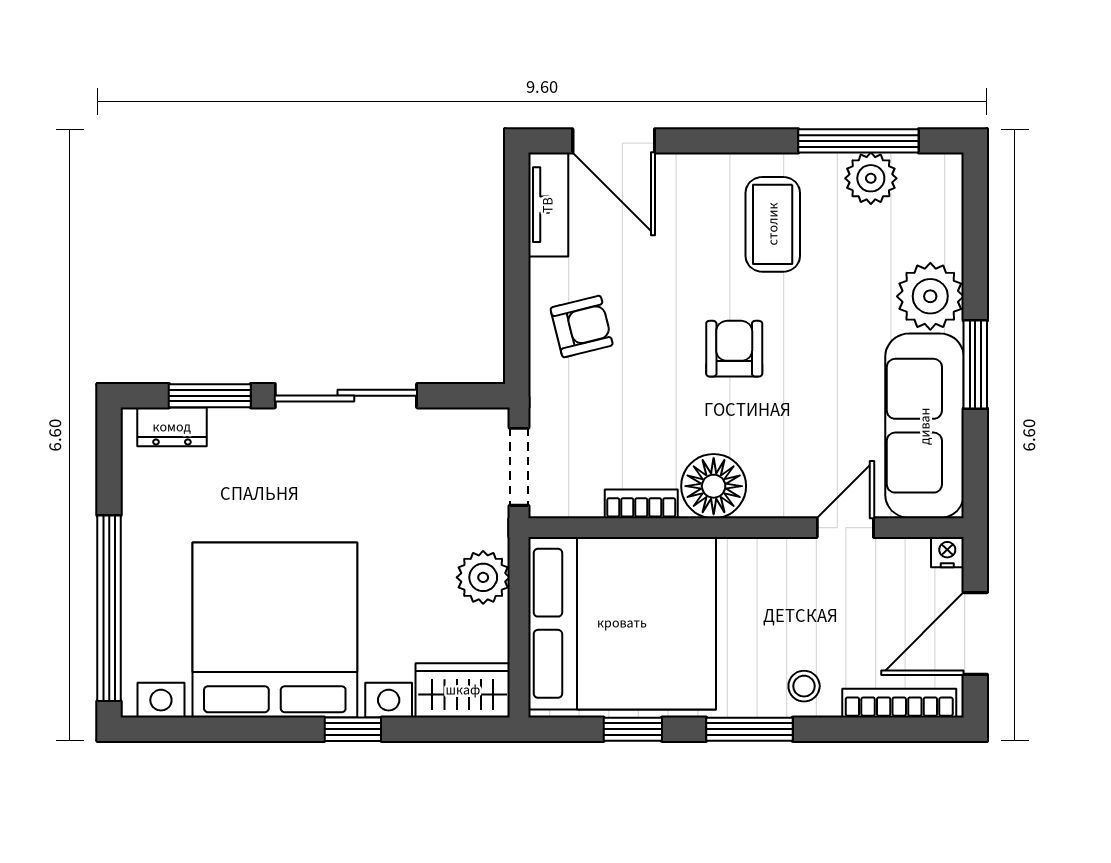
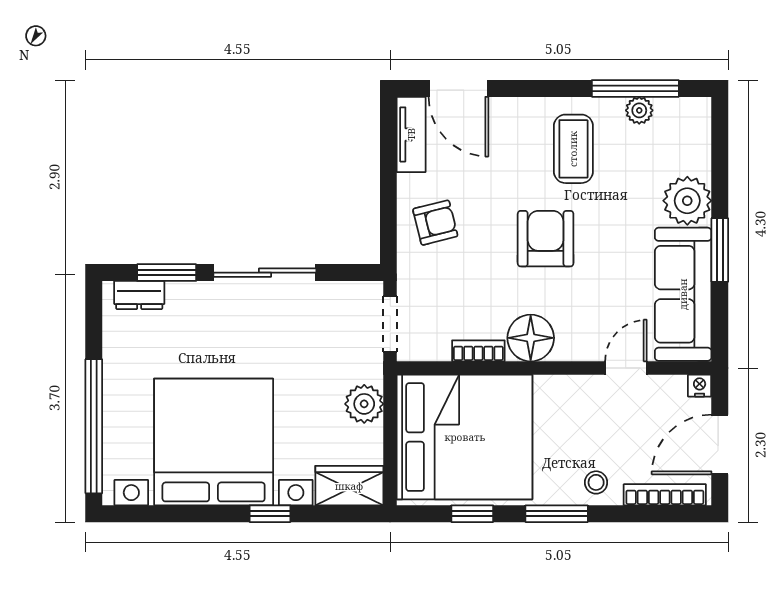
plant: (871, 178) -> (639, 110), width x0.73, depth x0.73
armchair: (734, 349) -> (546, 239), width x1.38, depth x1.38

